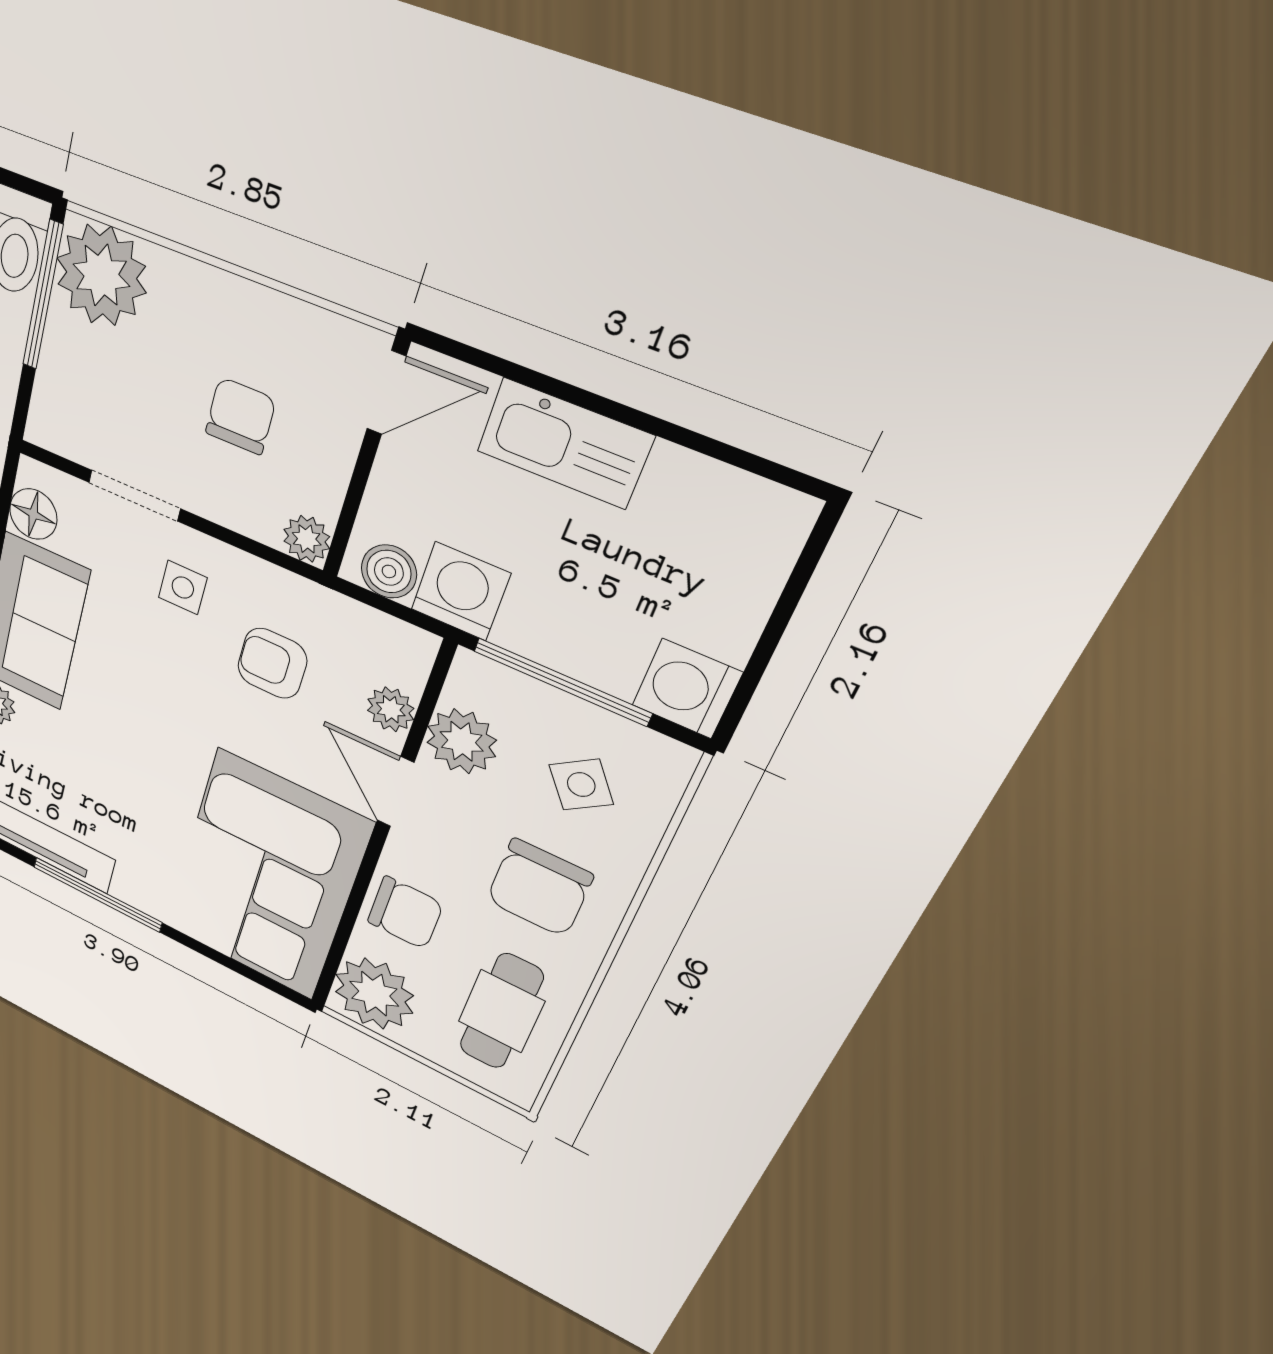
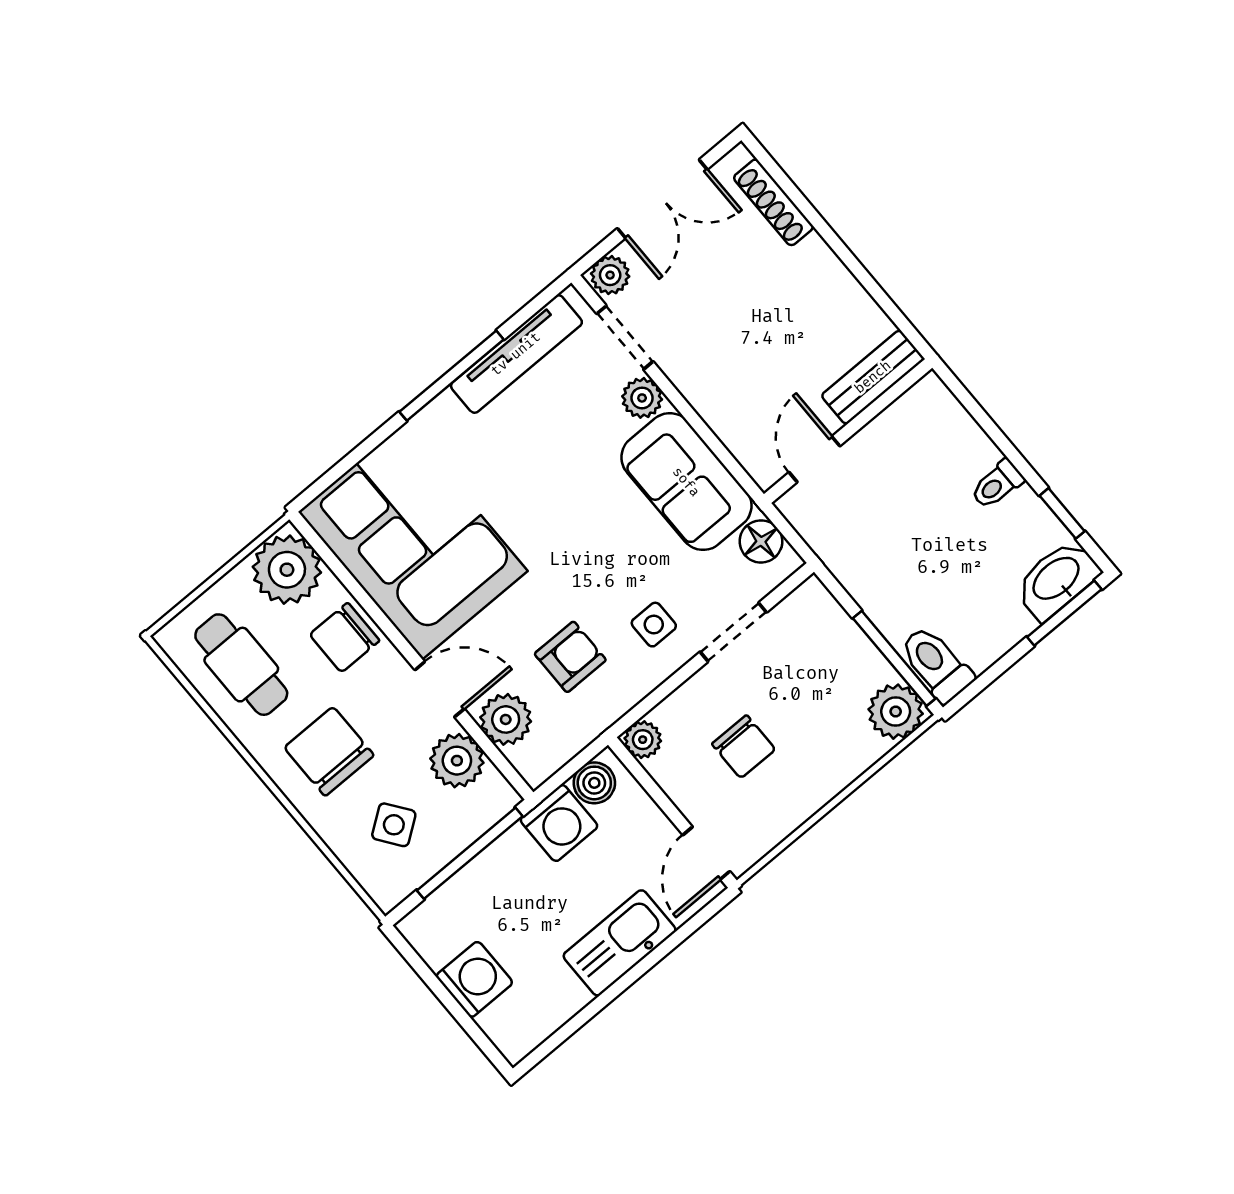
plant: (101, 275) -> (896, 712), width x0.73, depth x0.73
washing machine: (687, 689) -> (474, 979), moved
plant: (391, 709) -> (506, 719), width x1.38, depth x1.38

